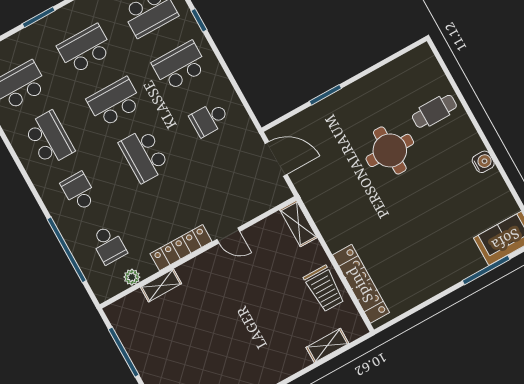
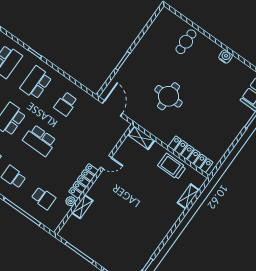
round table: (390, 150) -> (168, 96), moved
door: (276, 159) -> (112, 108), hinge flipped
plant: (132, 277) -> (71, 201), moved
trolley: (324, 289) -> (172, 166), turned 180

